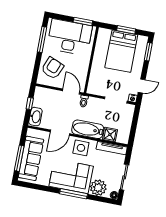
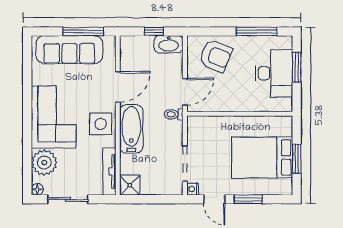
window: (83, 21) -> (297, 67), moved
desk: (70, 37) -> (274, 73), width x0.73, depth x0.77
window: (148, 52) -> (248, 199), moved
washbasin: (35, 117) -> (169, 44), moved
door: (60, 133) -> (118, 87), swing flipped
shower: (110, 135) -> (130, 185), moved
window: (19, 158) -> (83, 31), moved
window: (73, 194) -> (27, 126), removed

